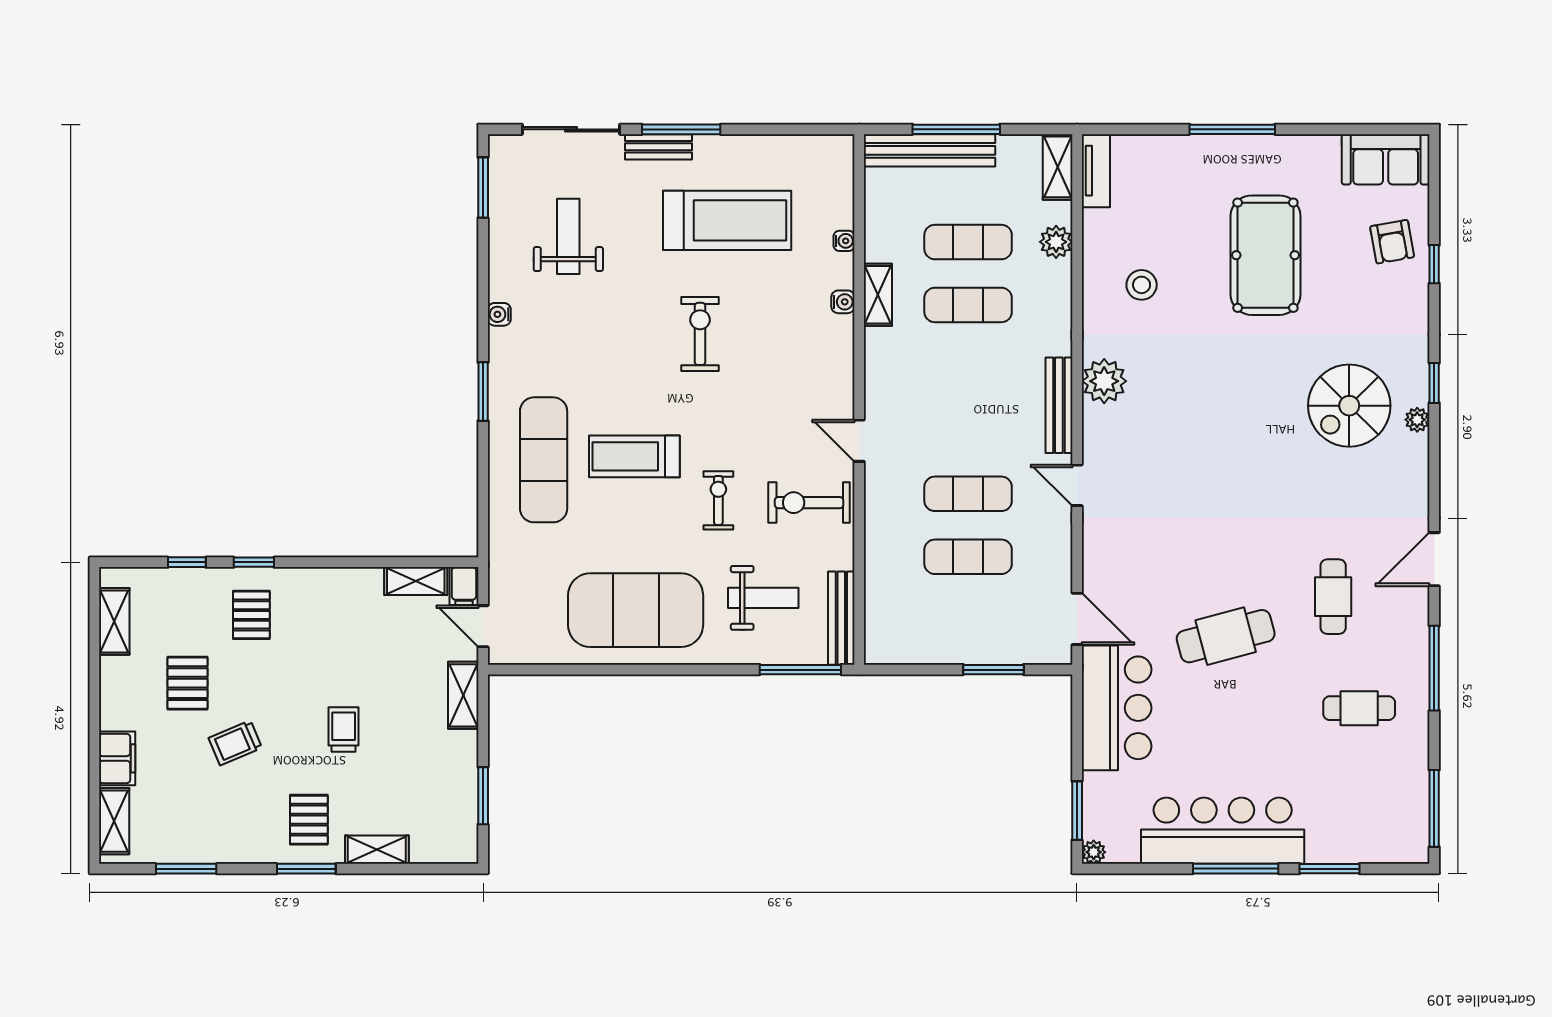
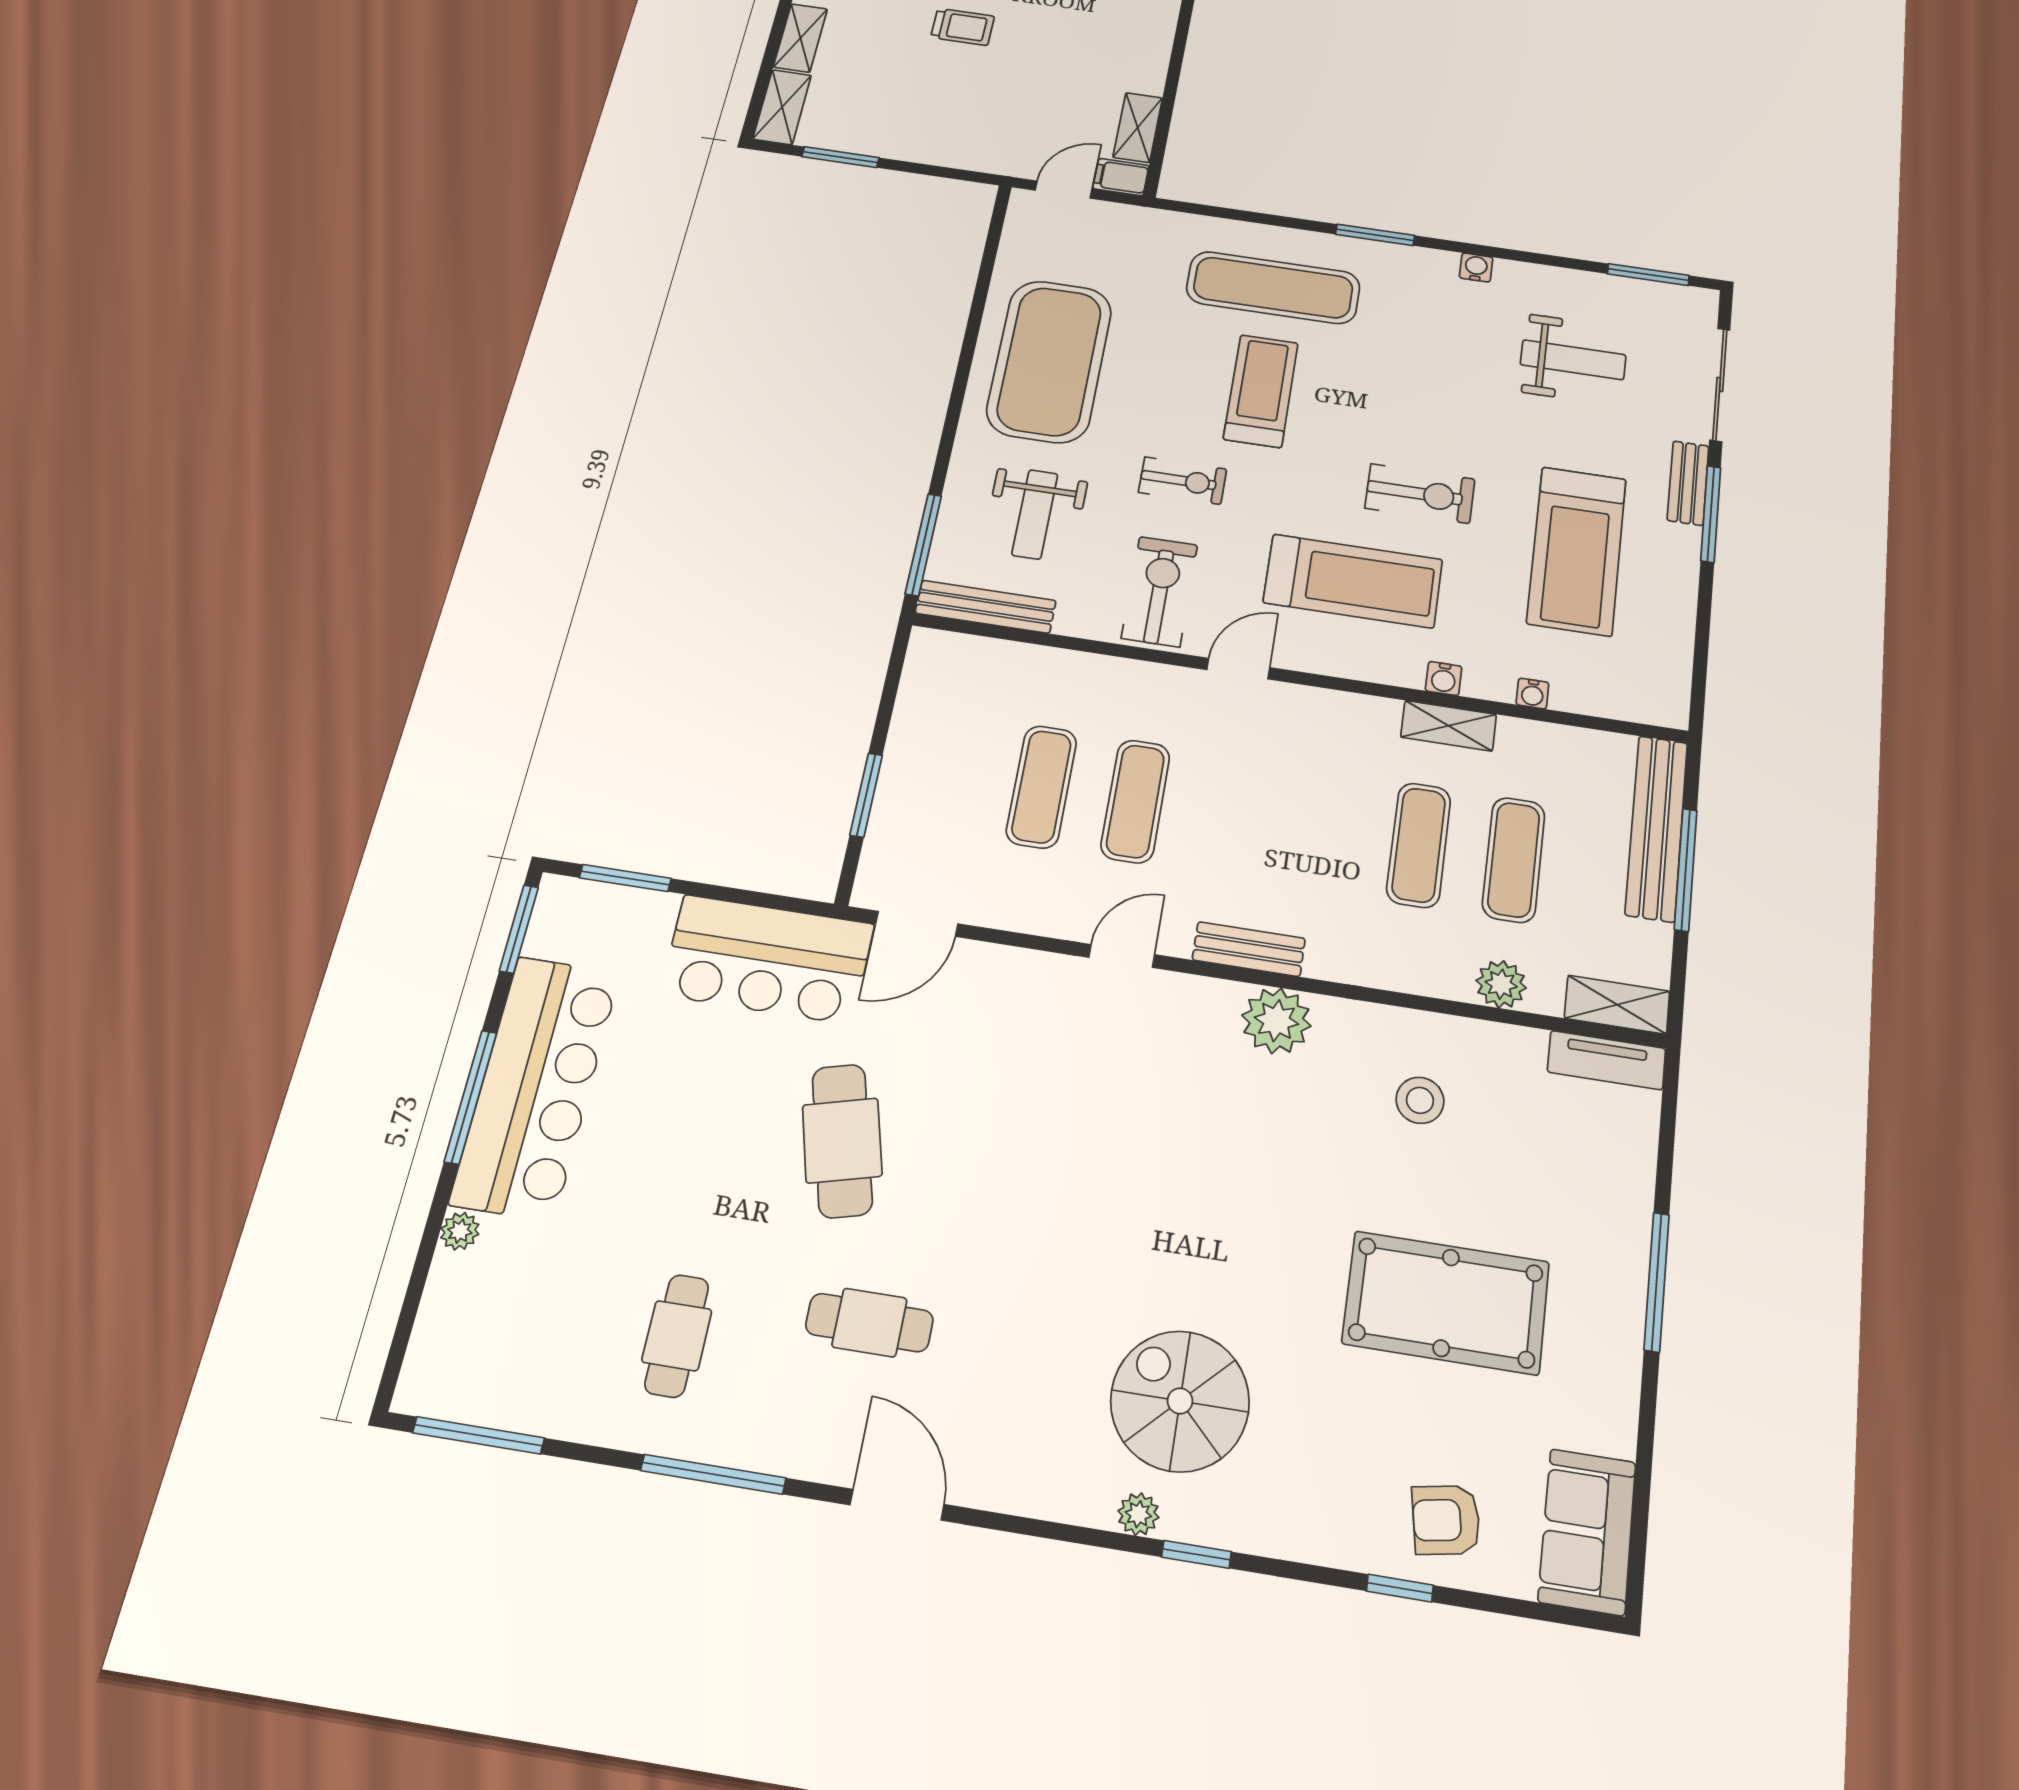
treadmill: (778, 372) -> (1353, 581), added
bench: (1059, 405) -> (1249, 949), width x0.73
shelving: (463, 695) -> (782, 107), moved, turned 90
plant: (1094, 852) -> (460, 1231), moved
window: (1330, 869) -> (519, 929), moved

